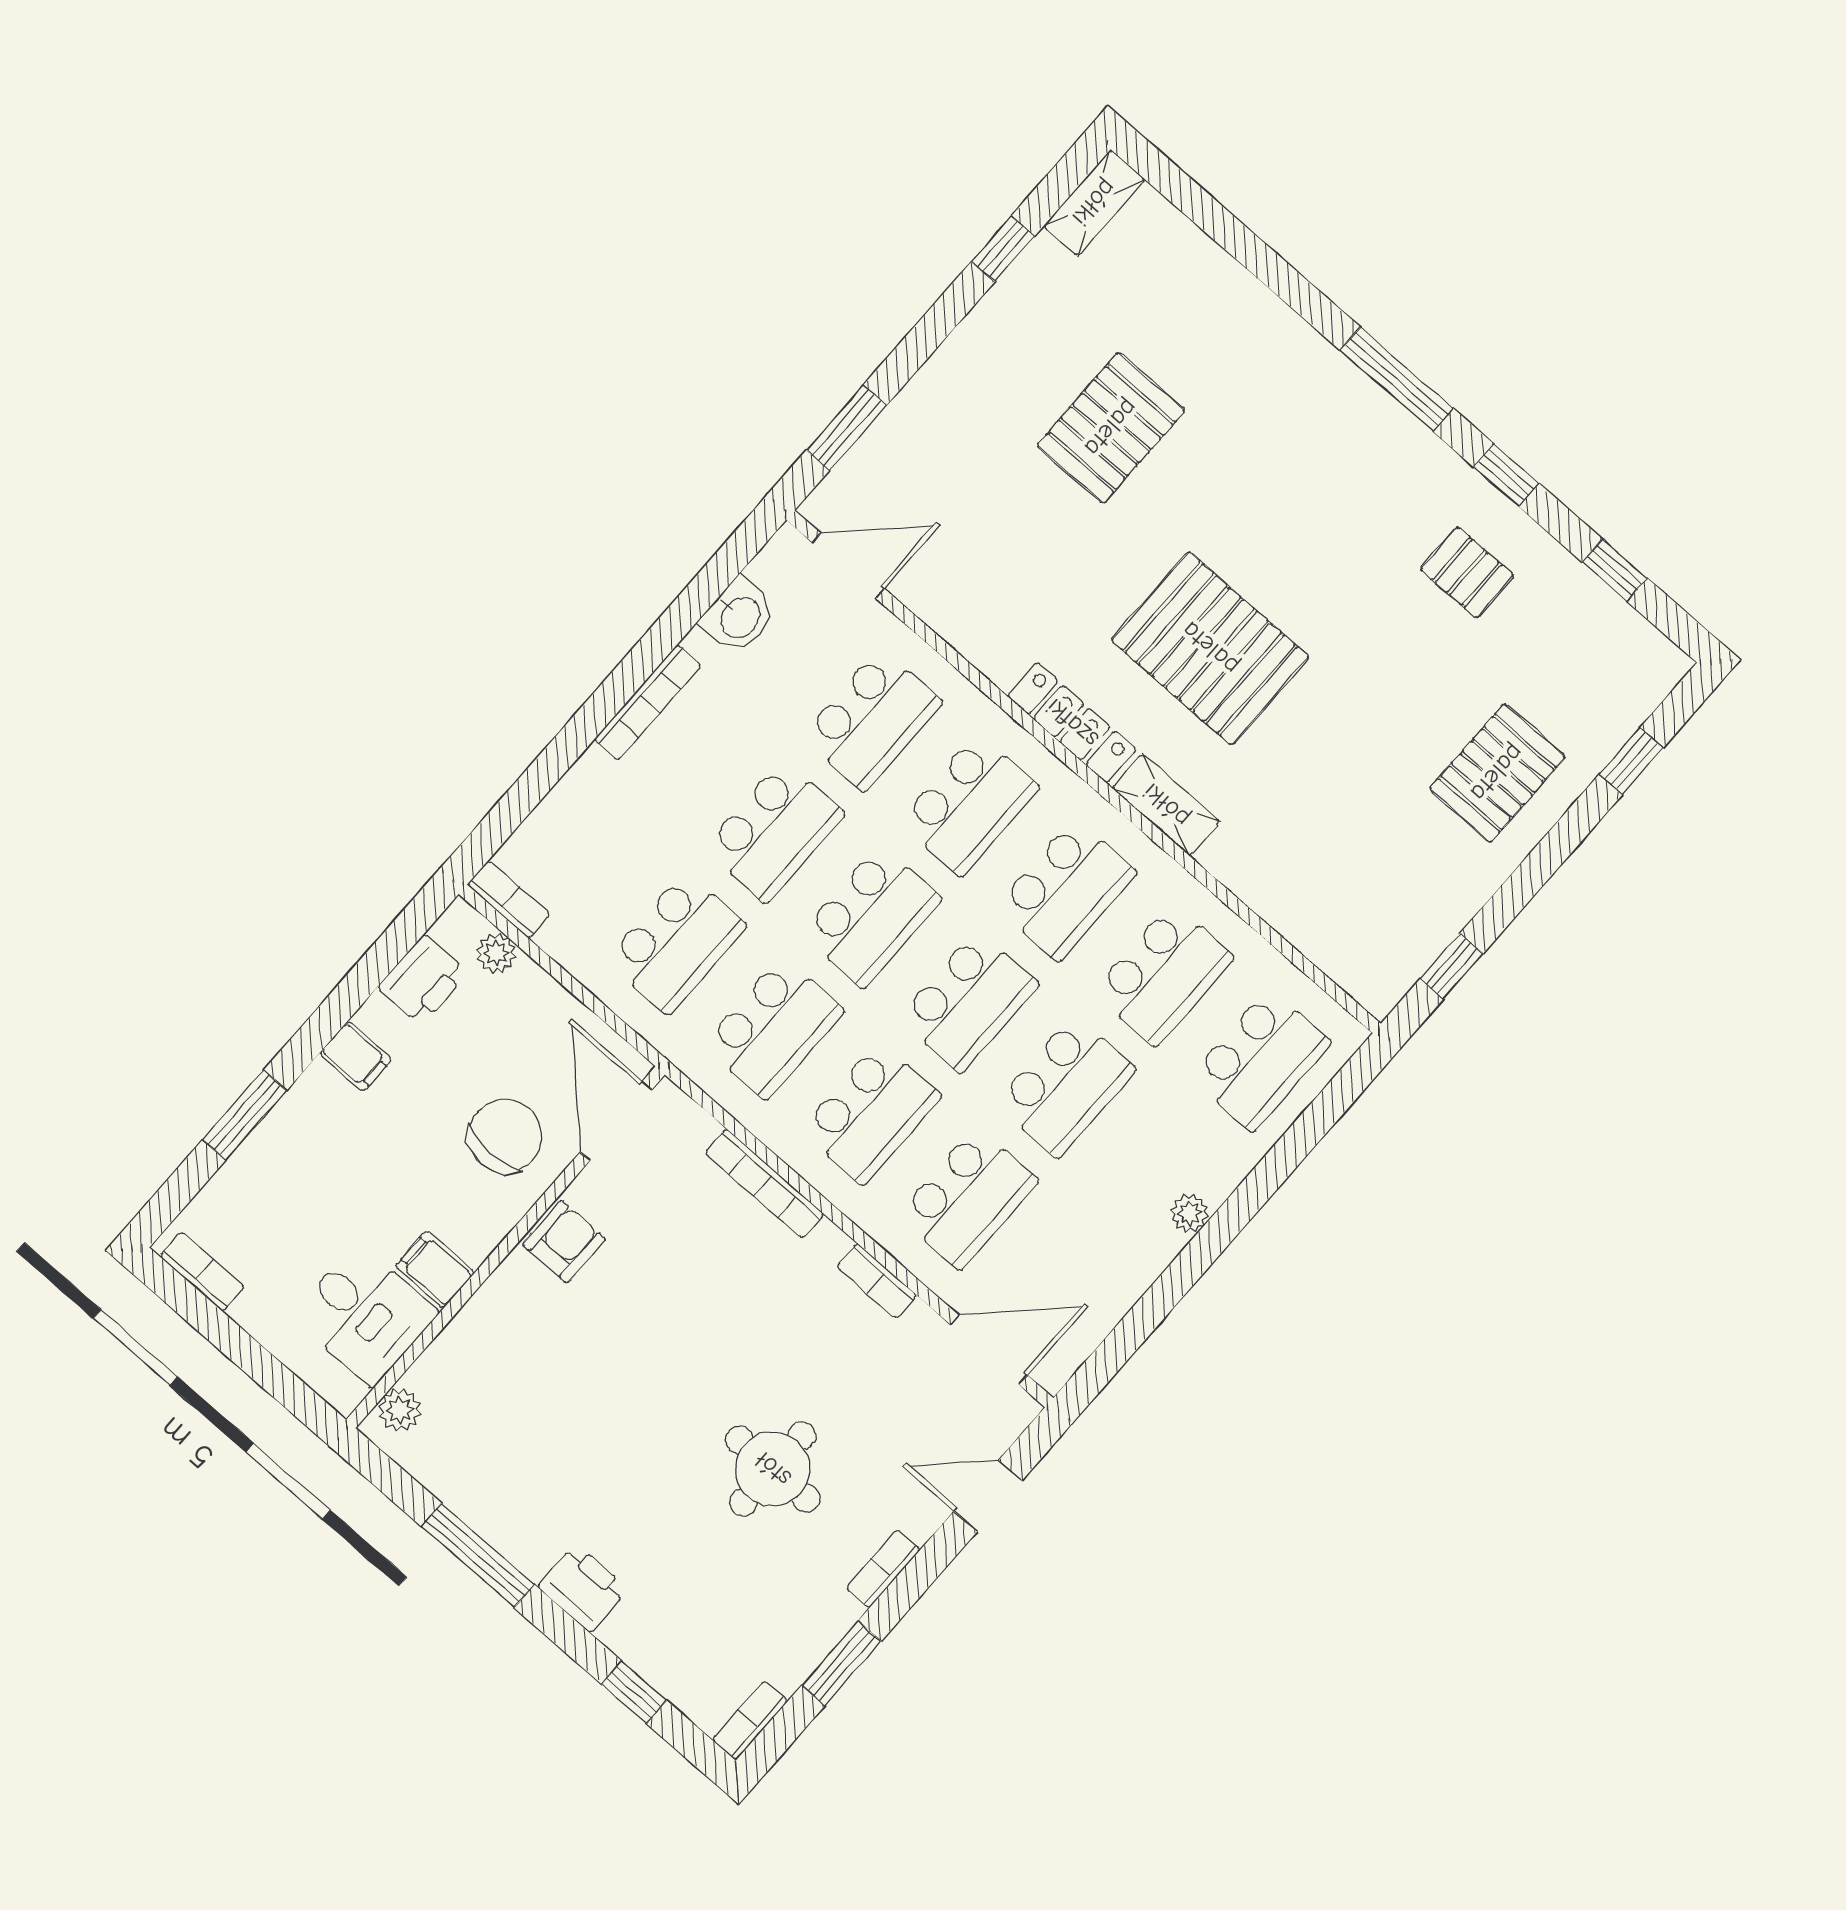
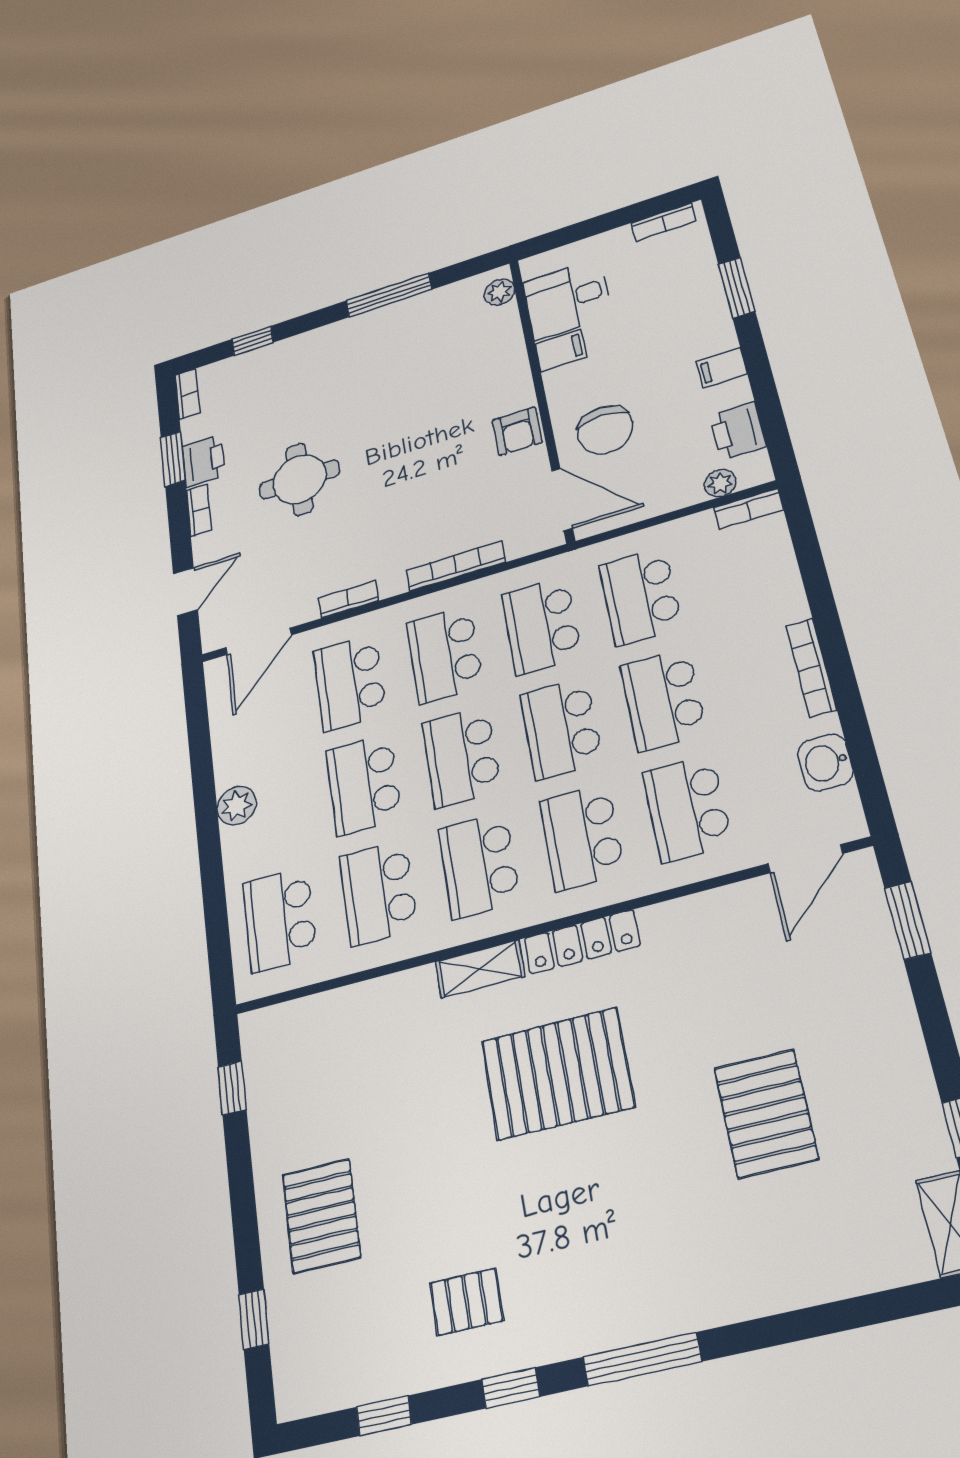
plant: (1190, 1213) -> (237, 806), width x1.38, depth x1.38
printer: (583, 1588) -> (203, 461), moved, turned -90

